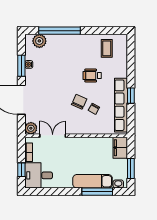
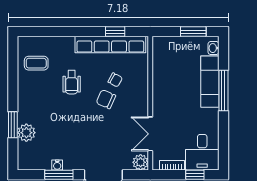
window: (60, 31) -> (13, 125), width x0.47
plant: (39, 41) -> (26, 133), moved
window: (131, 96) -> (115, 32), moved
filing cabinet: (120, 148) -> (166, 45), removed
window: (97, 192) -> (223, 90), moved

